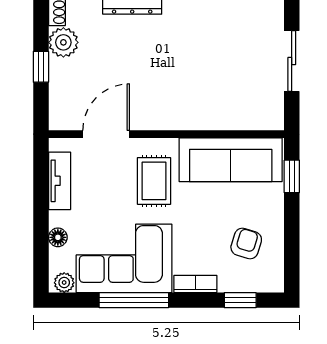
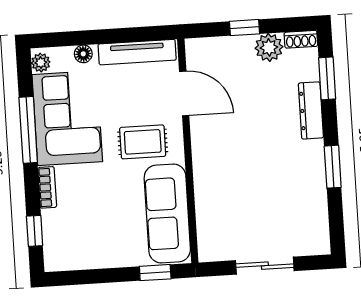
tv unit: (60, 181) -> (137, 52), width x1.41
armchair: (246, 244) -> (89, 233), removed

